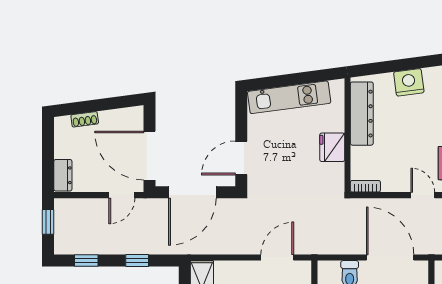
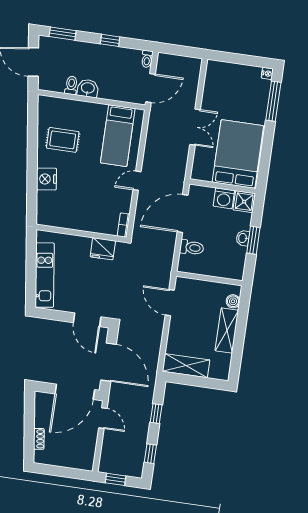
dresser: (362, 114) -> (66, 220), removed
fridge: (332, 147) -> (103, 249), moved
dresser: (63, 175) -> (80, 462), removed

